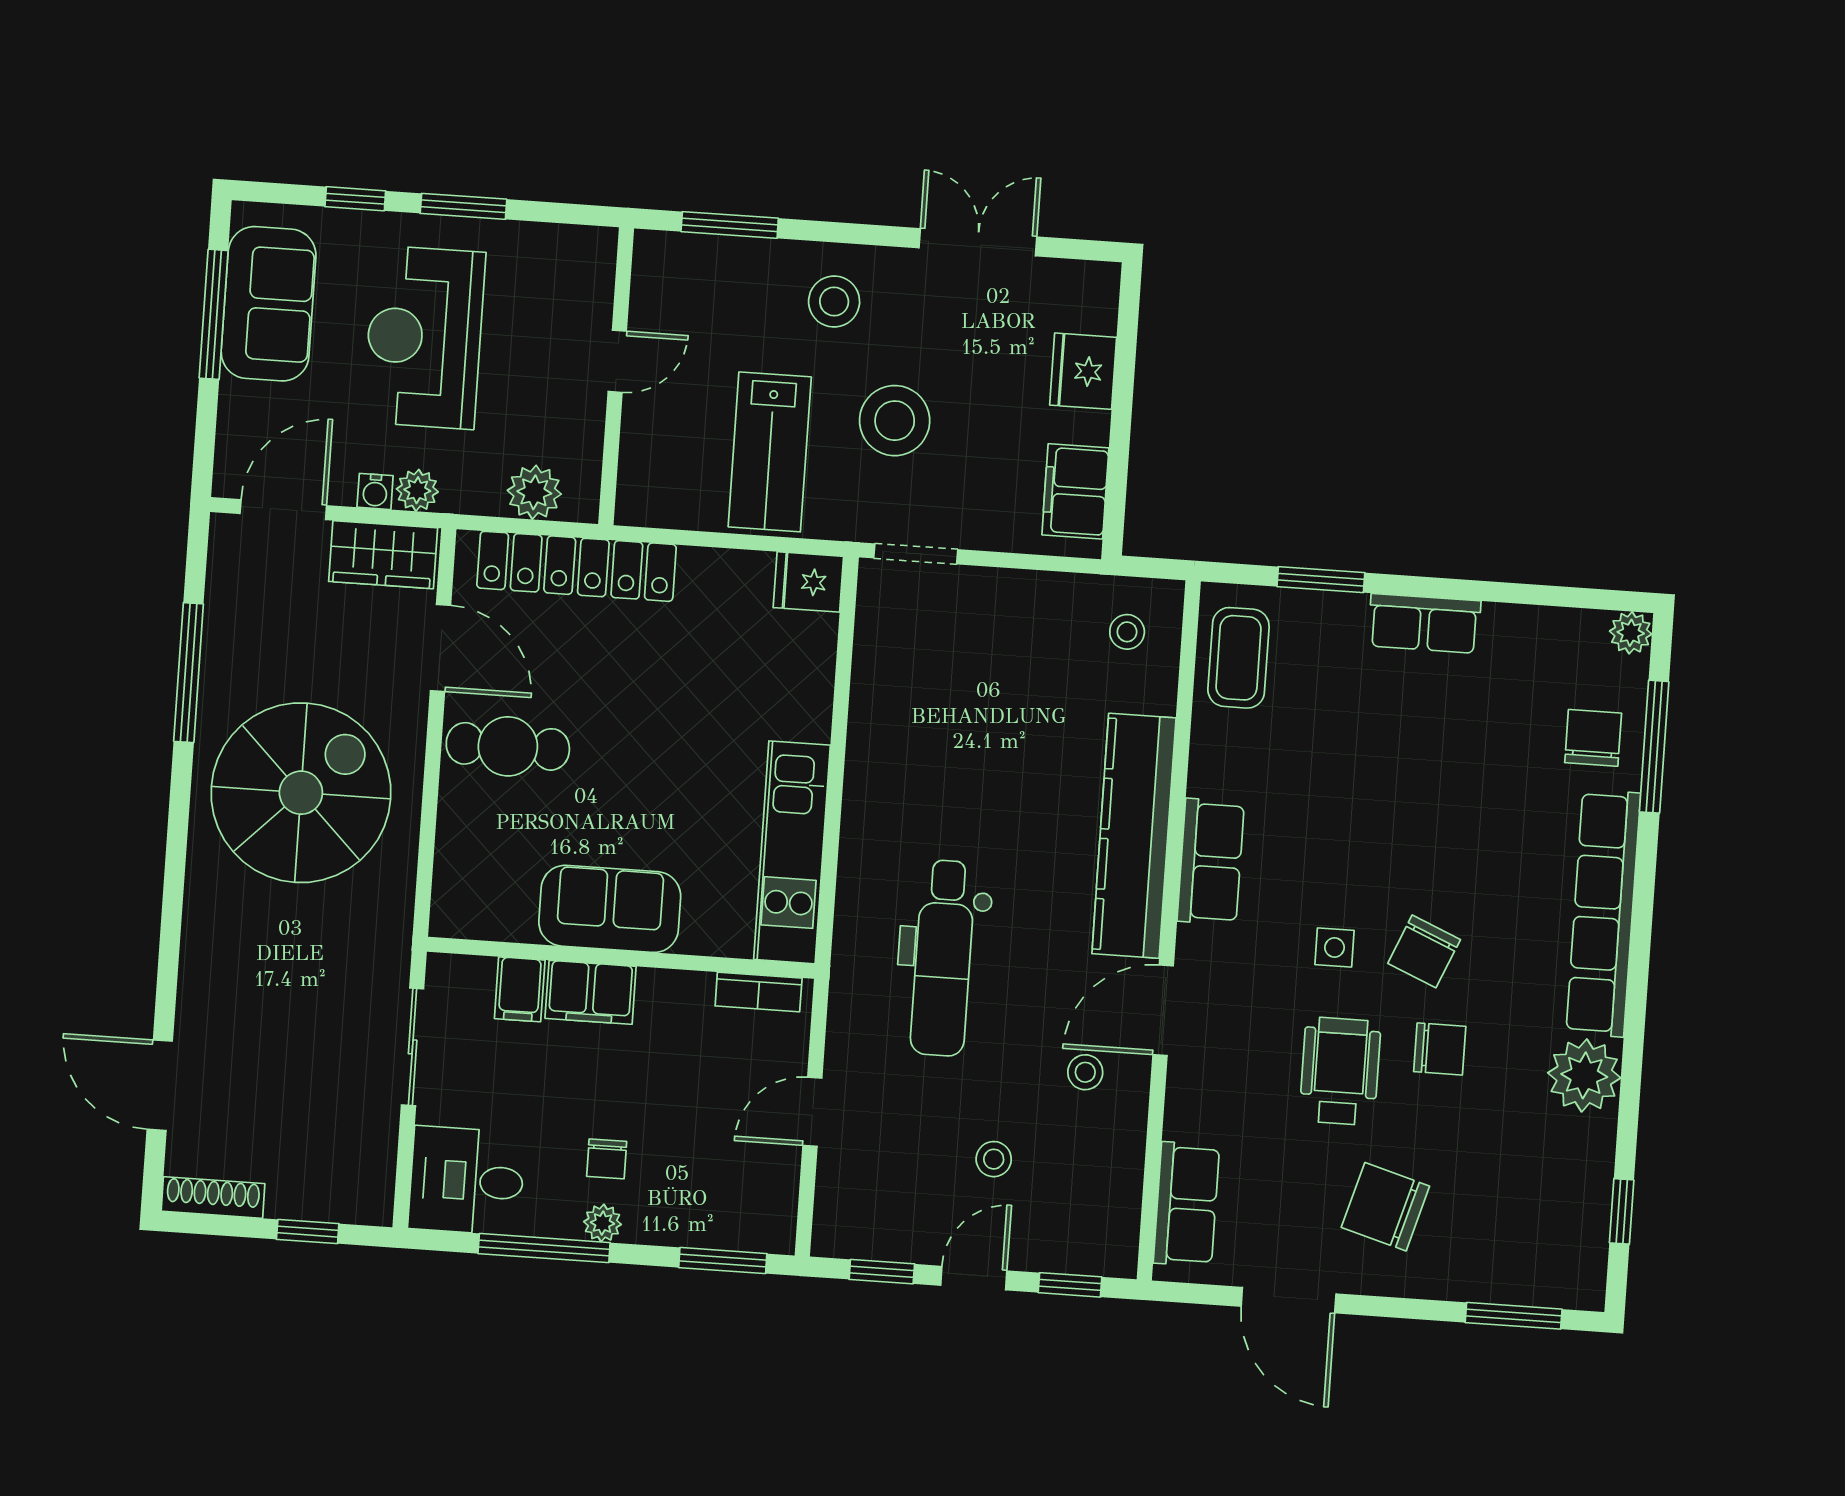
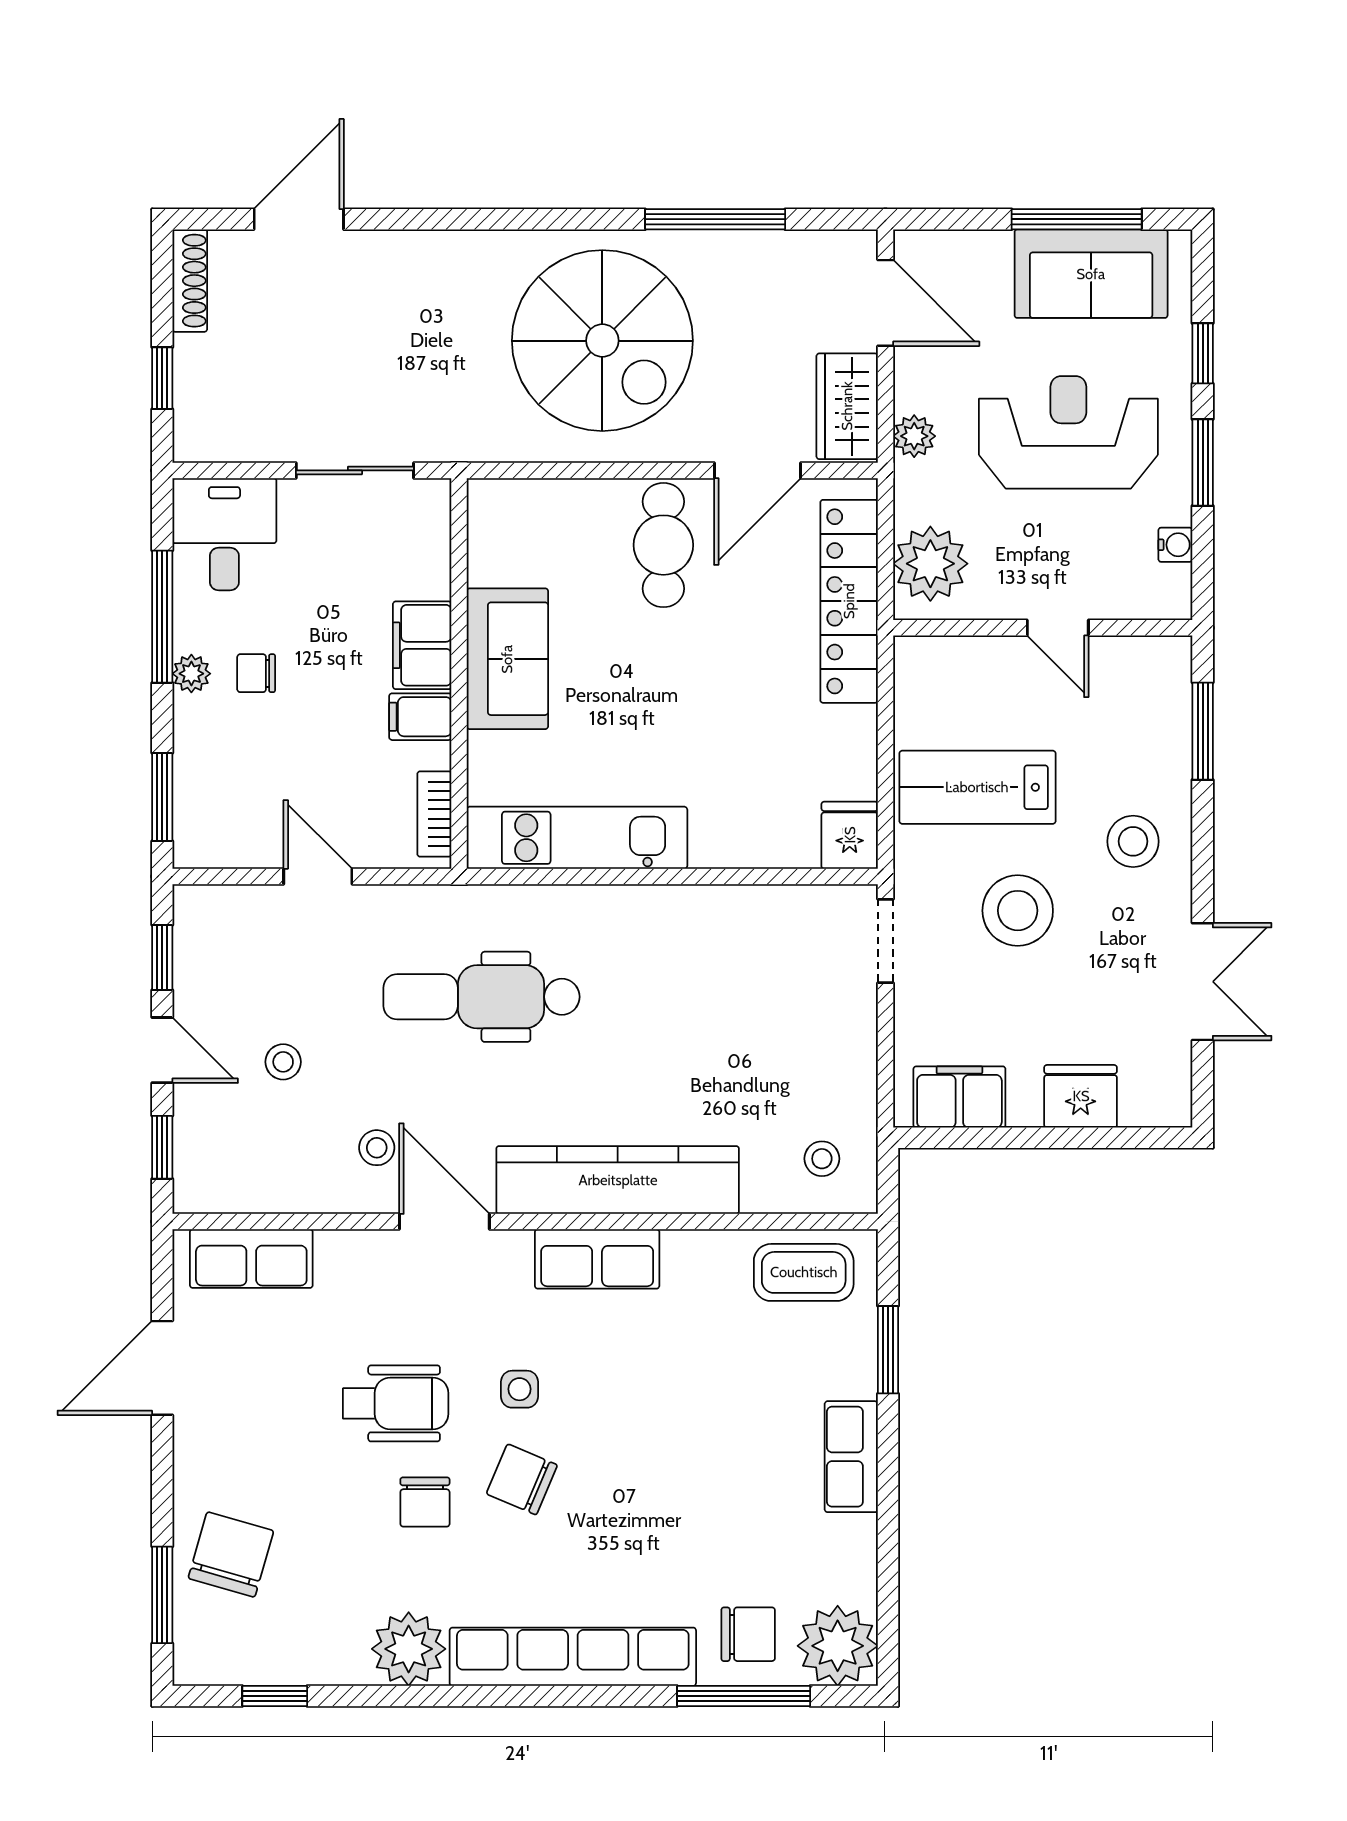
water cooler: (375, 491) -> (1175, 545), moved, turned 180
plant: (534, 492) -> (930, 564), width x1.36, depth x1.36
plant: (1631, 633) -> (838, 1646), width x1.87, depth x1.87
filing cabinet: (520, 989) -> (420, 717), moved
chair: (1385, 1207) -> (231, 1555), moved

